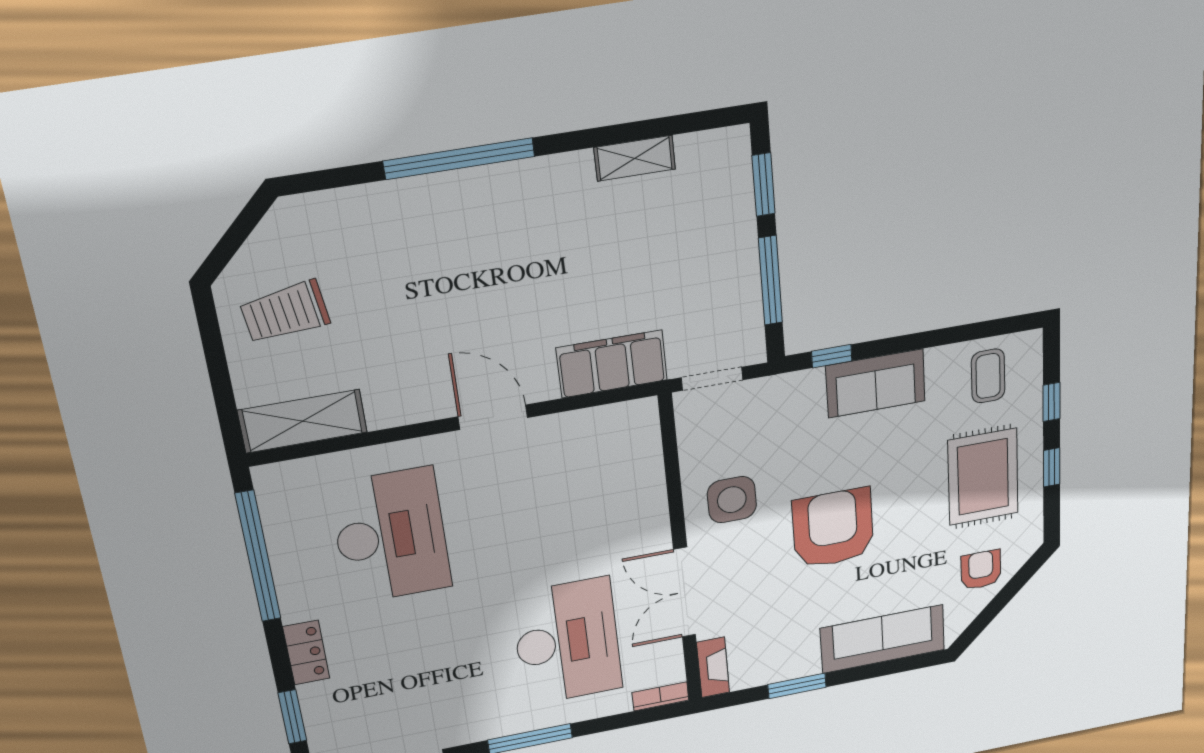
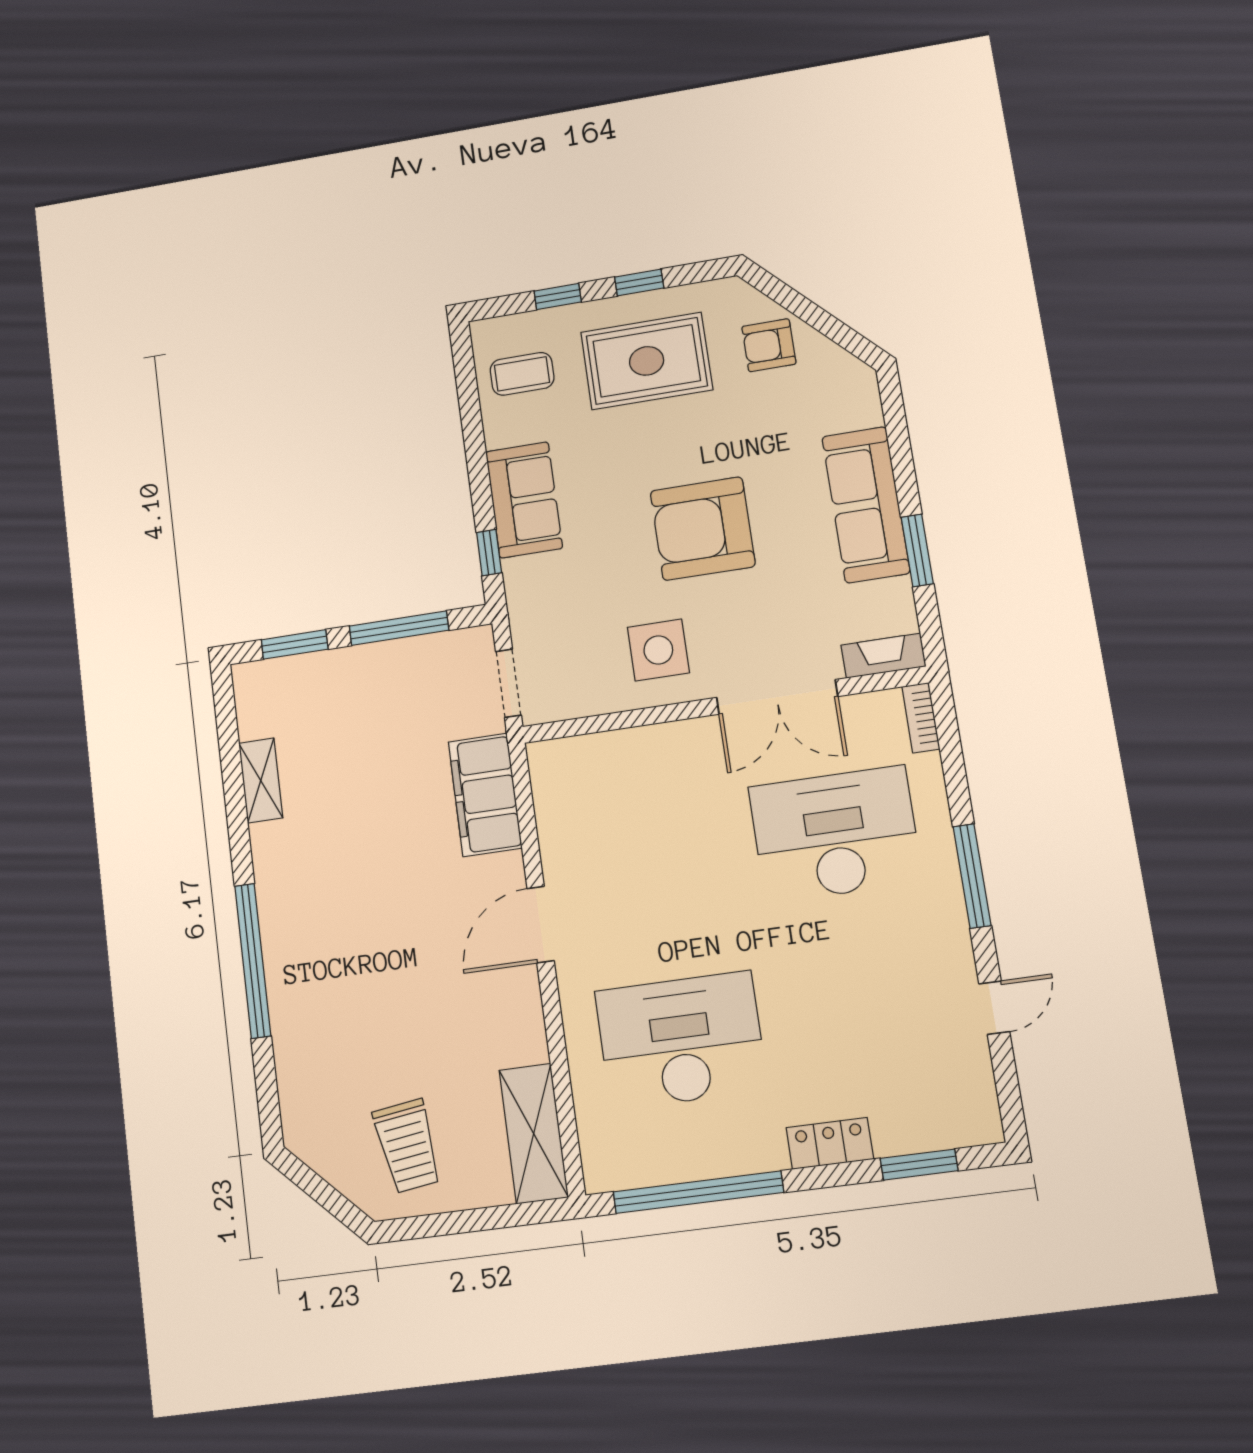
sofa: (883, 639) -> (866, 505), moved

